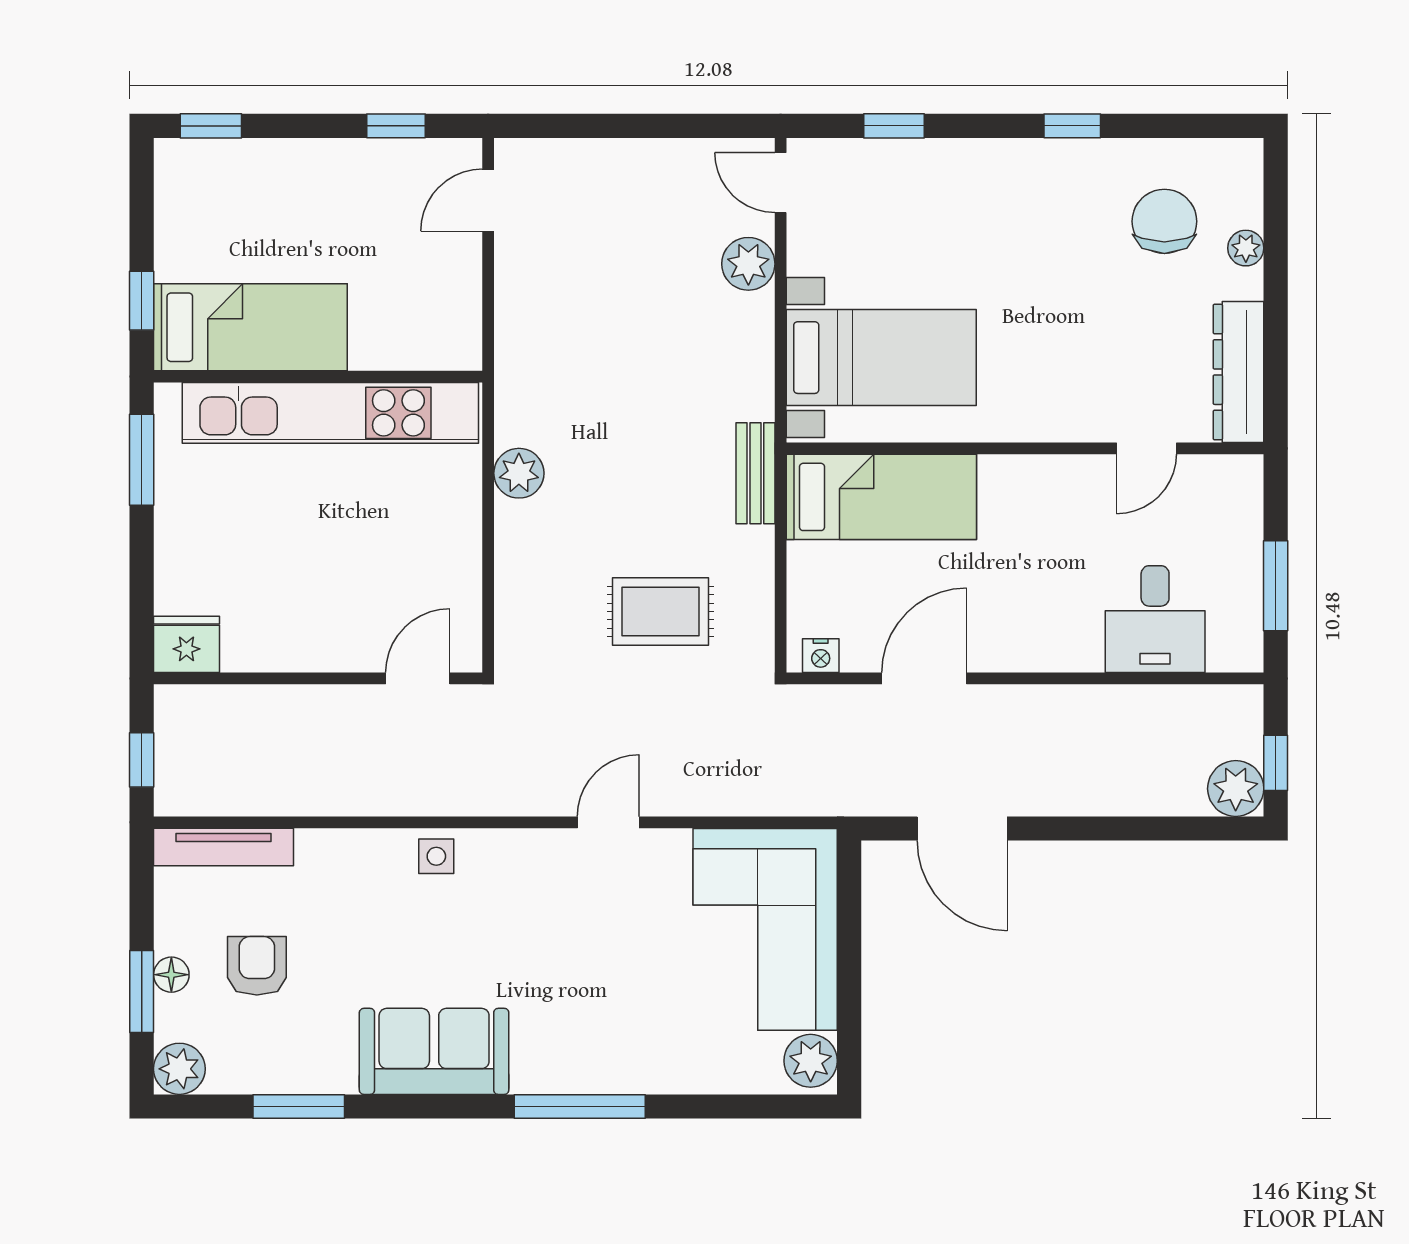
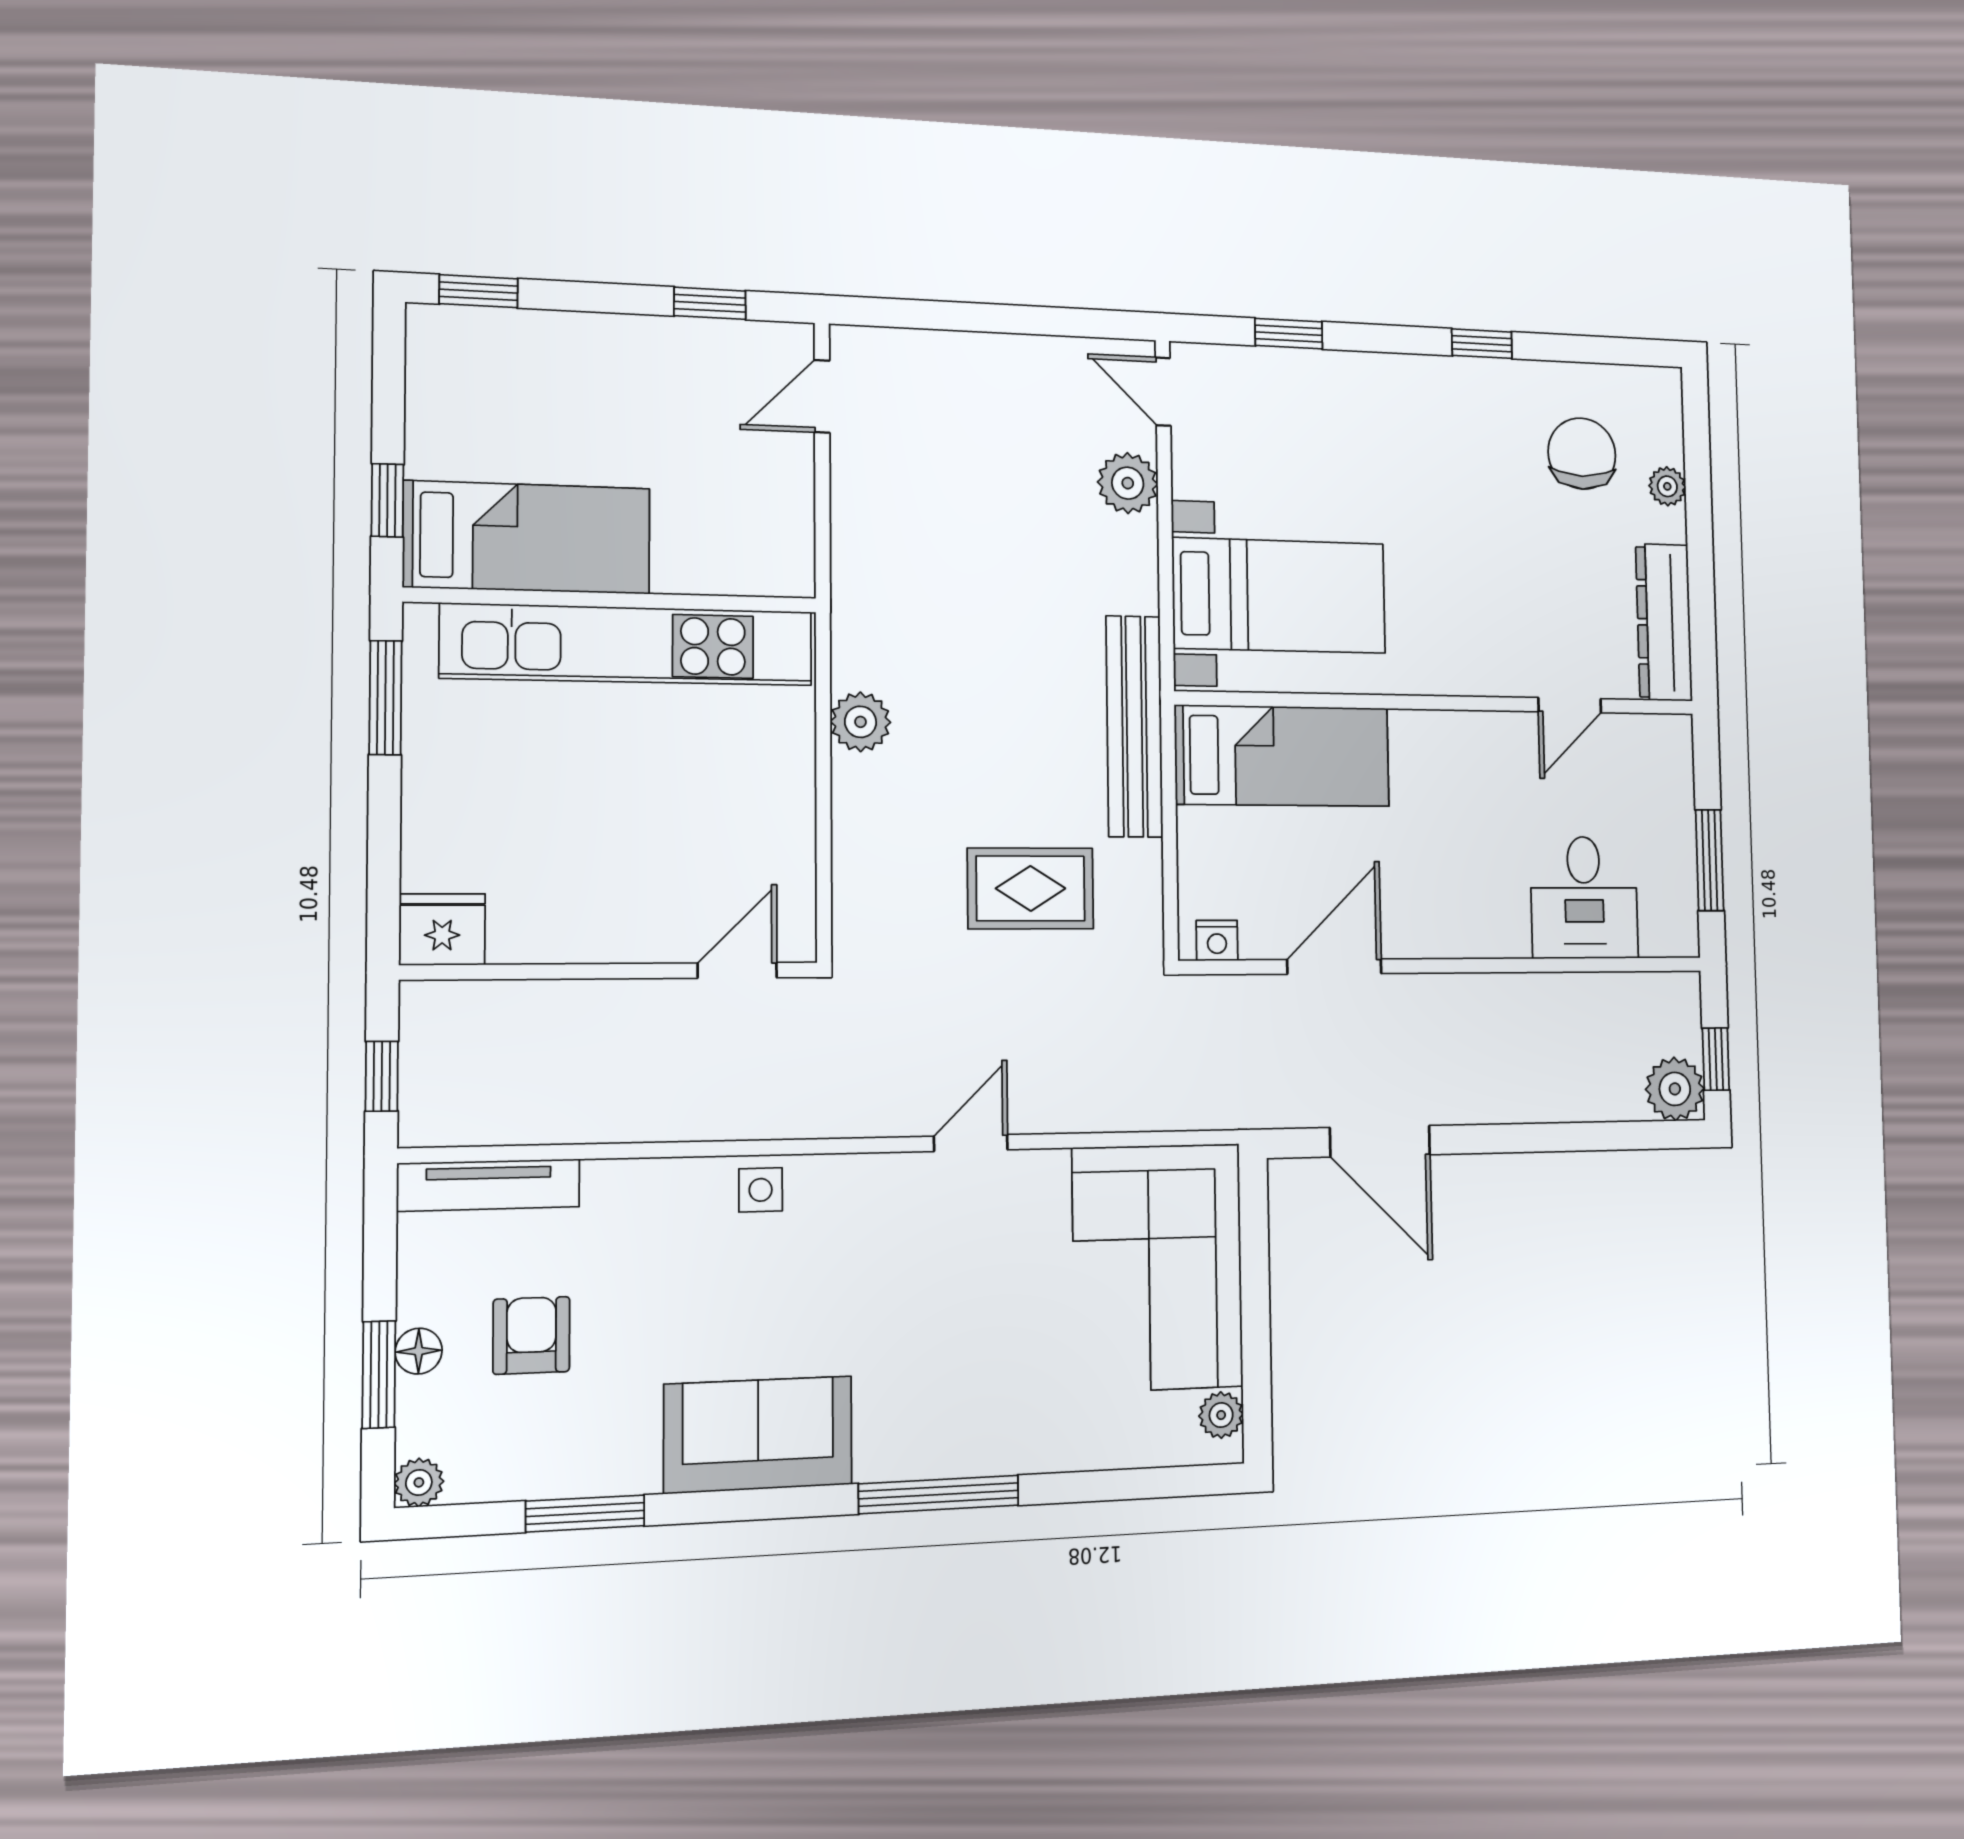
bench: (755, 473) -> (1134, 726), width x1.86, depth x1.21
plant: (811, 1061) -> (1221, 1415), width x0.73, depth x0.73
plant: (179, 1069) -> (419, 1482), width x0.73, depth x0.73

